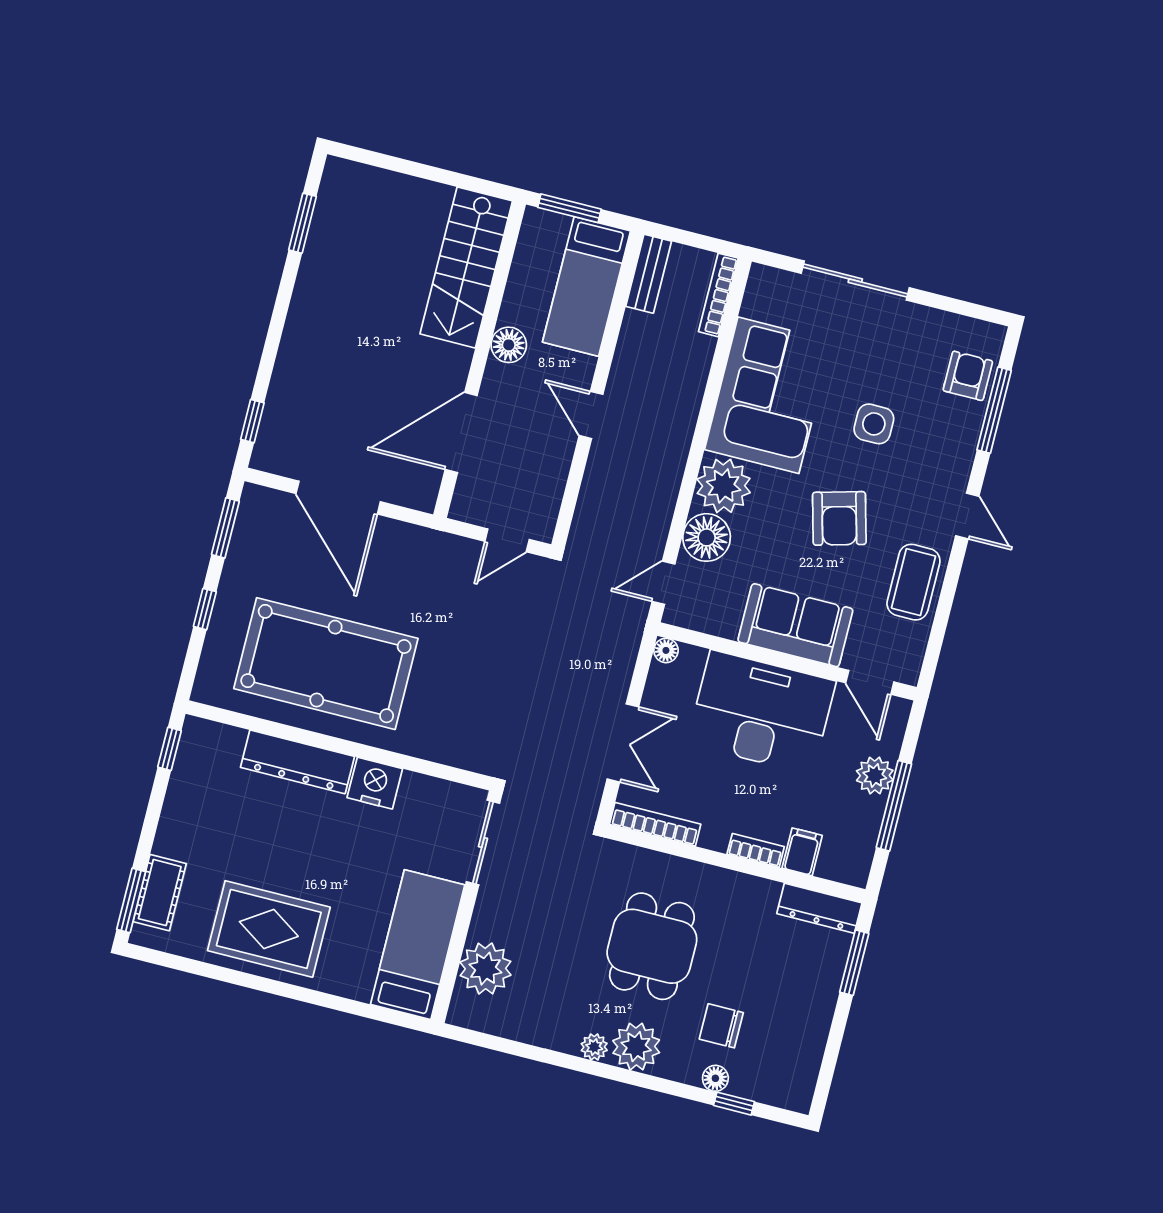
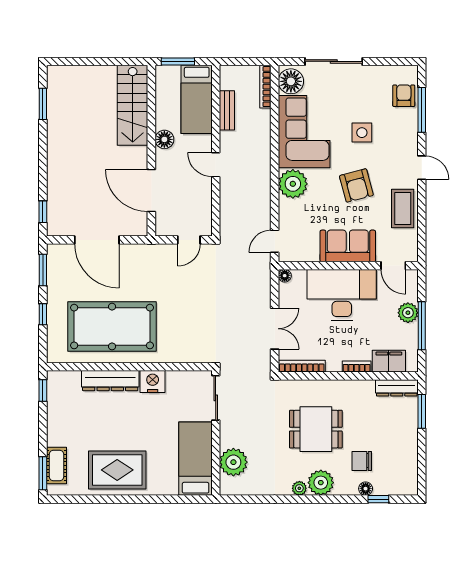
bench: (649, 274) -> (227, 110), moved
door: (461, 433) -> (151, 191), hinge flipped
floor lamp: (707, 537) -> (291, 81), moved
filing cabinet: (802, 852) -> (389, 361), width x2.00
dining table: (652, 946) -> (316, 429), turned 90

